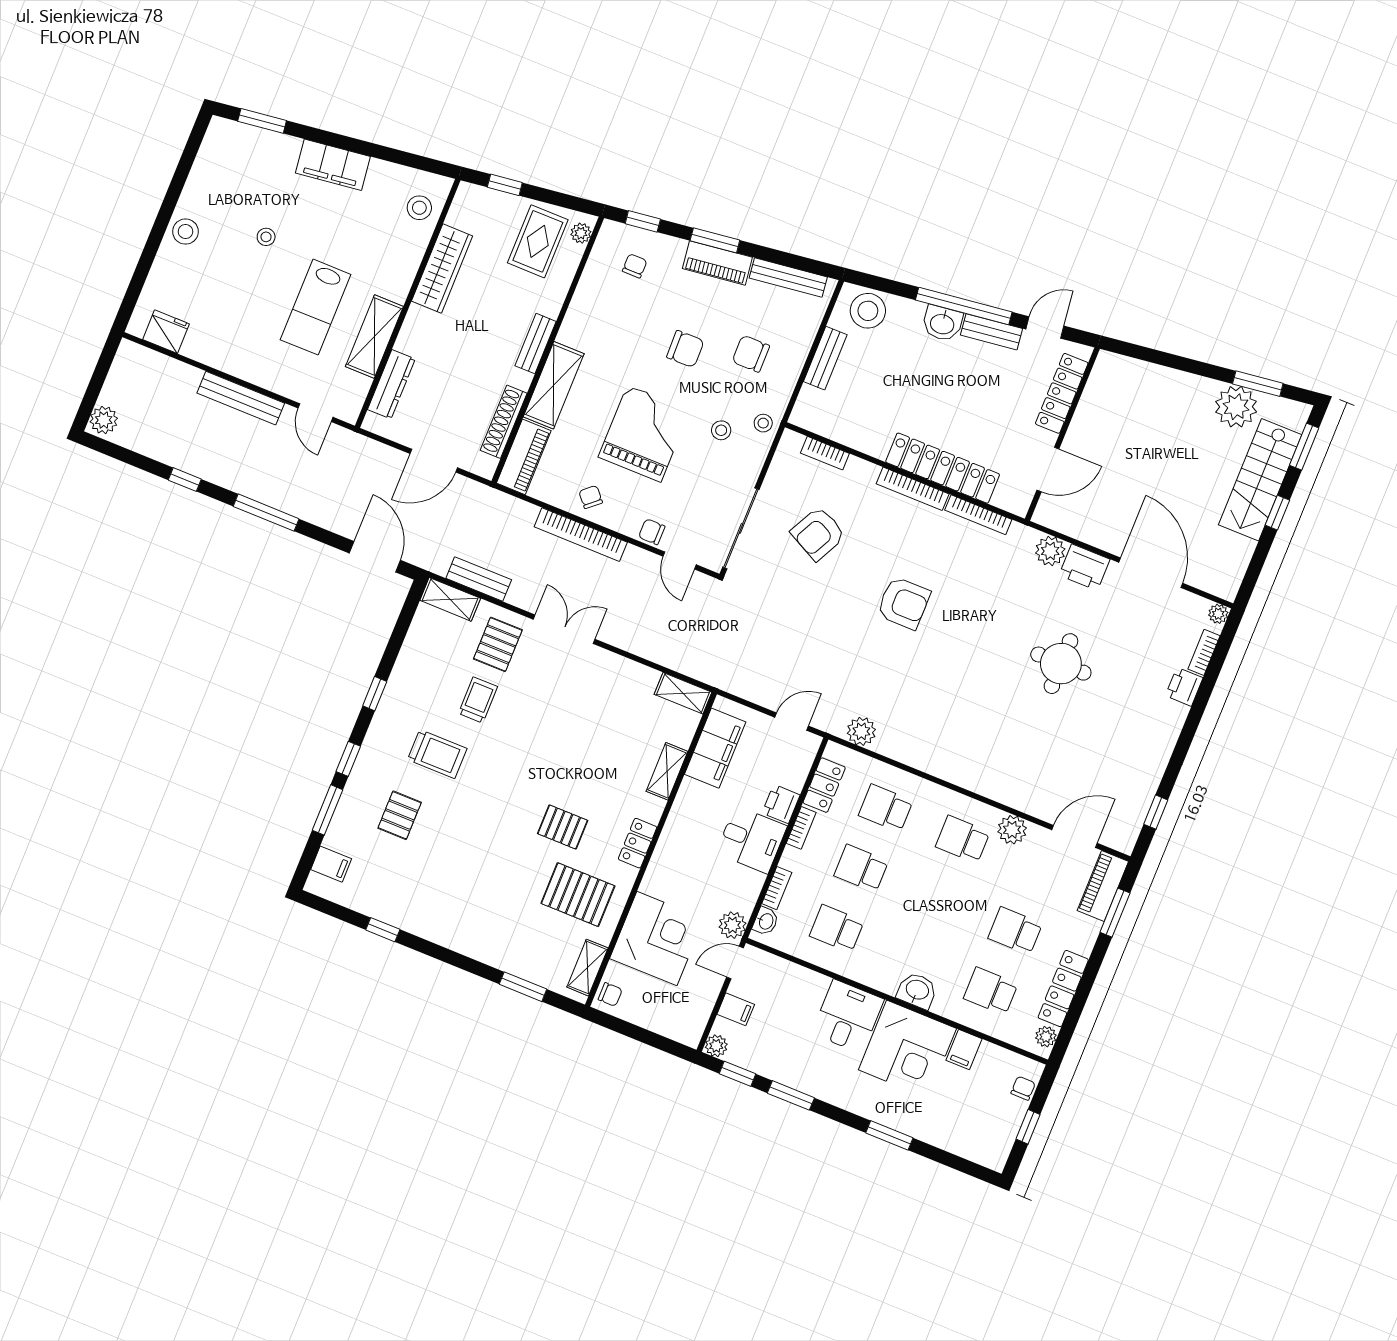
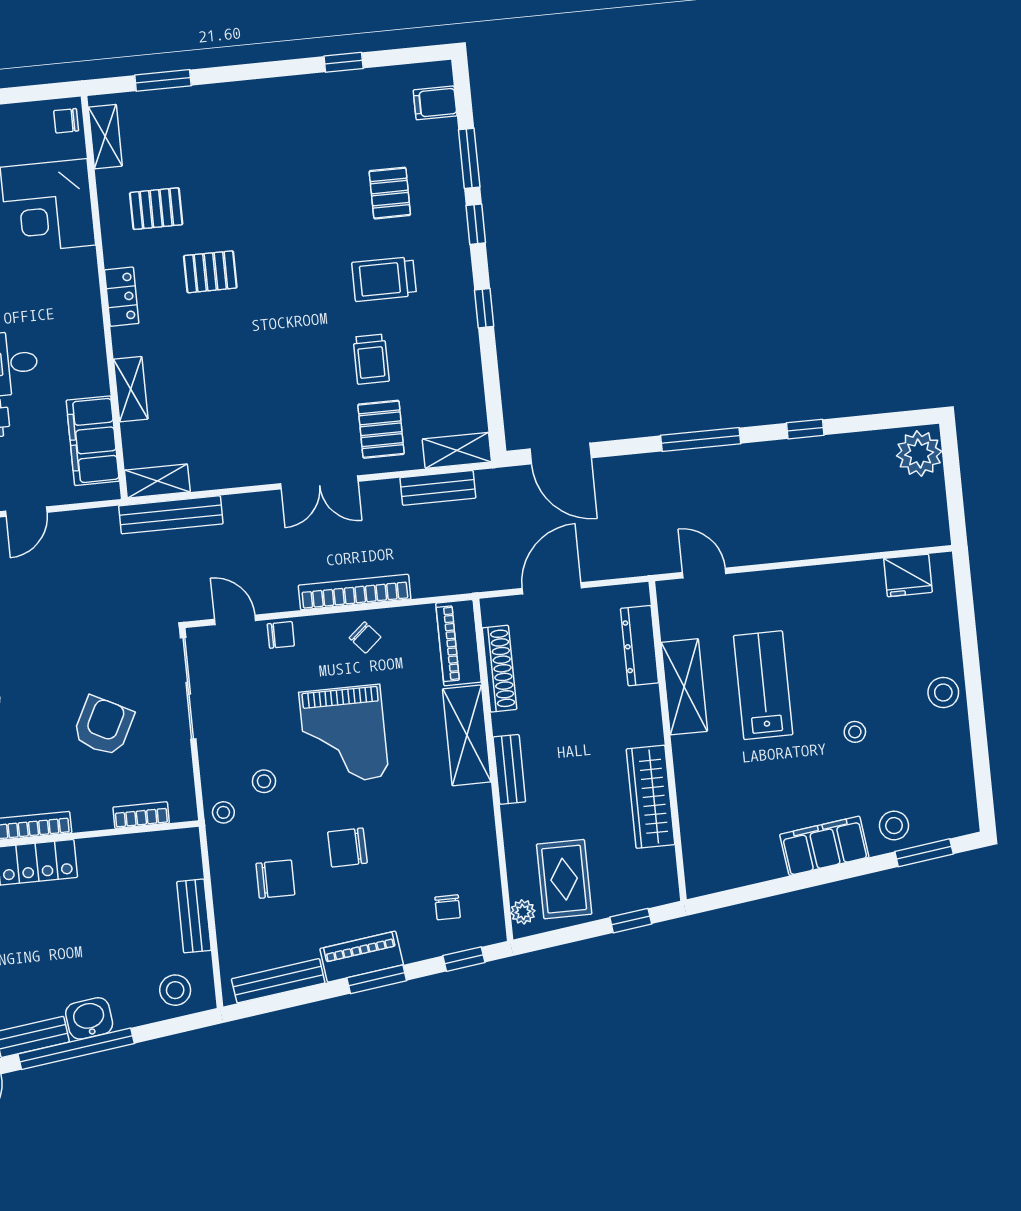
stool: (419, 208) -> (894, 826), moved
stool: (868, 311) -> (175, 990), width x0.73, depth x0.73
bench: (241, 398) -> (171, 515), moved
plant: (104, 420) -> (919, 454), width x1.36, depth x1.36
pallet: (578, 895) -> (156, 209), width x0.67, depth x0.71

